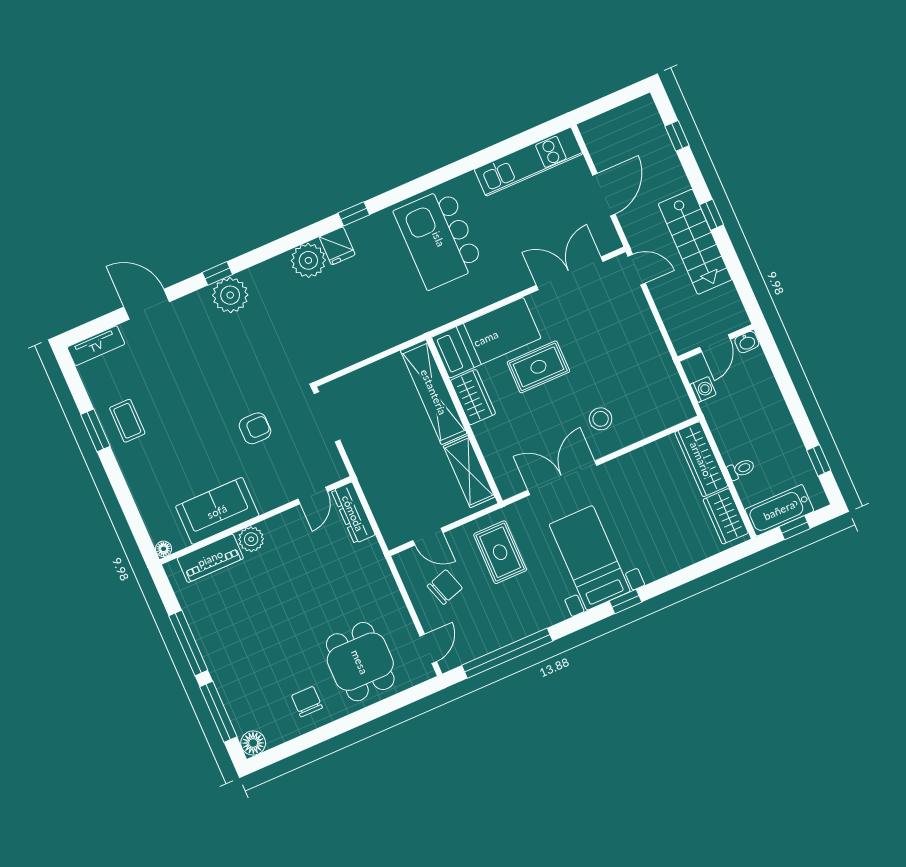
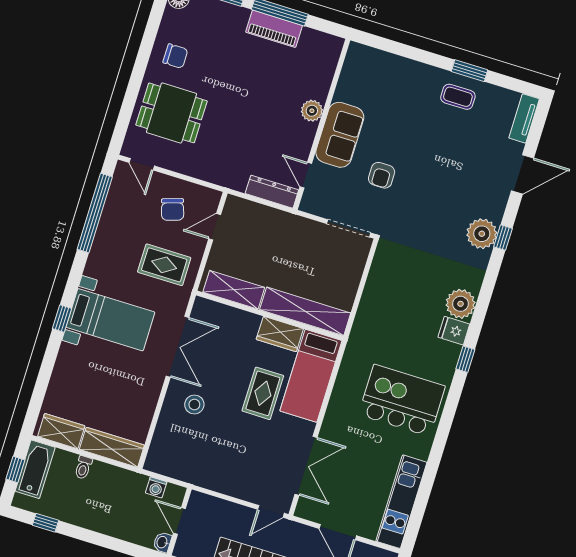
sofa: (217, 511) -> (340, 135), moved
floor lamp: (164, 549) -> (355, 49), removed
piano: (210, 558) -> (274, 29), moved, turned -90

